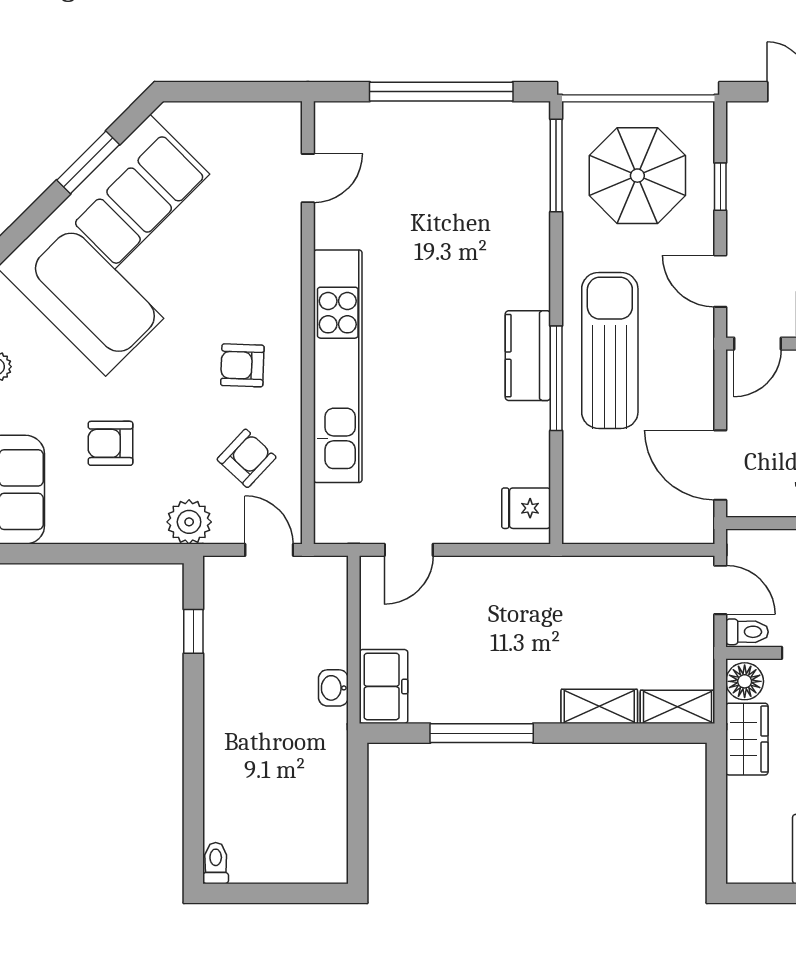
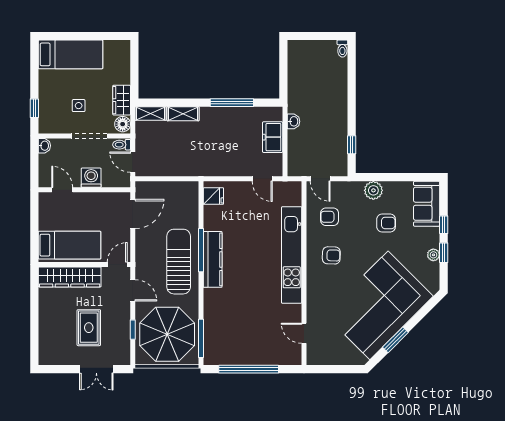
parasol: (637, 176) -> (167, 334), width x1.36, depth x1.36
door: (308, 178) -> (304, 333), hinge flipped
sun lounger: (610, 350) -> (179, 262), turned 180
kitchen counter: (528, 356) -> (213, 259), width x1.50
armchair: (247, 458) -> (330, 217), turned 47
door: (720, 465) -> (133, 214), hinge flipped
plant: (189, 522) -> (373, 190), moved
door: (409, 550) -> (262, 179), swing flipped
freezer: (384, 686) -> (273, 137), moved

